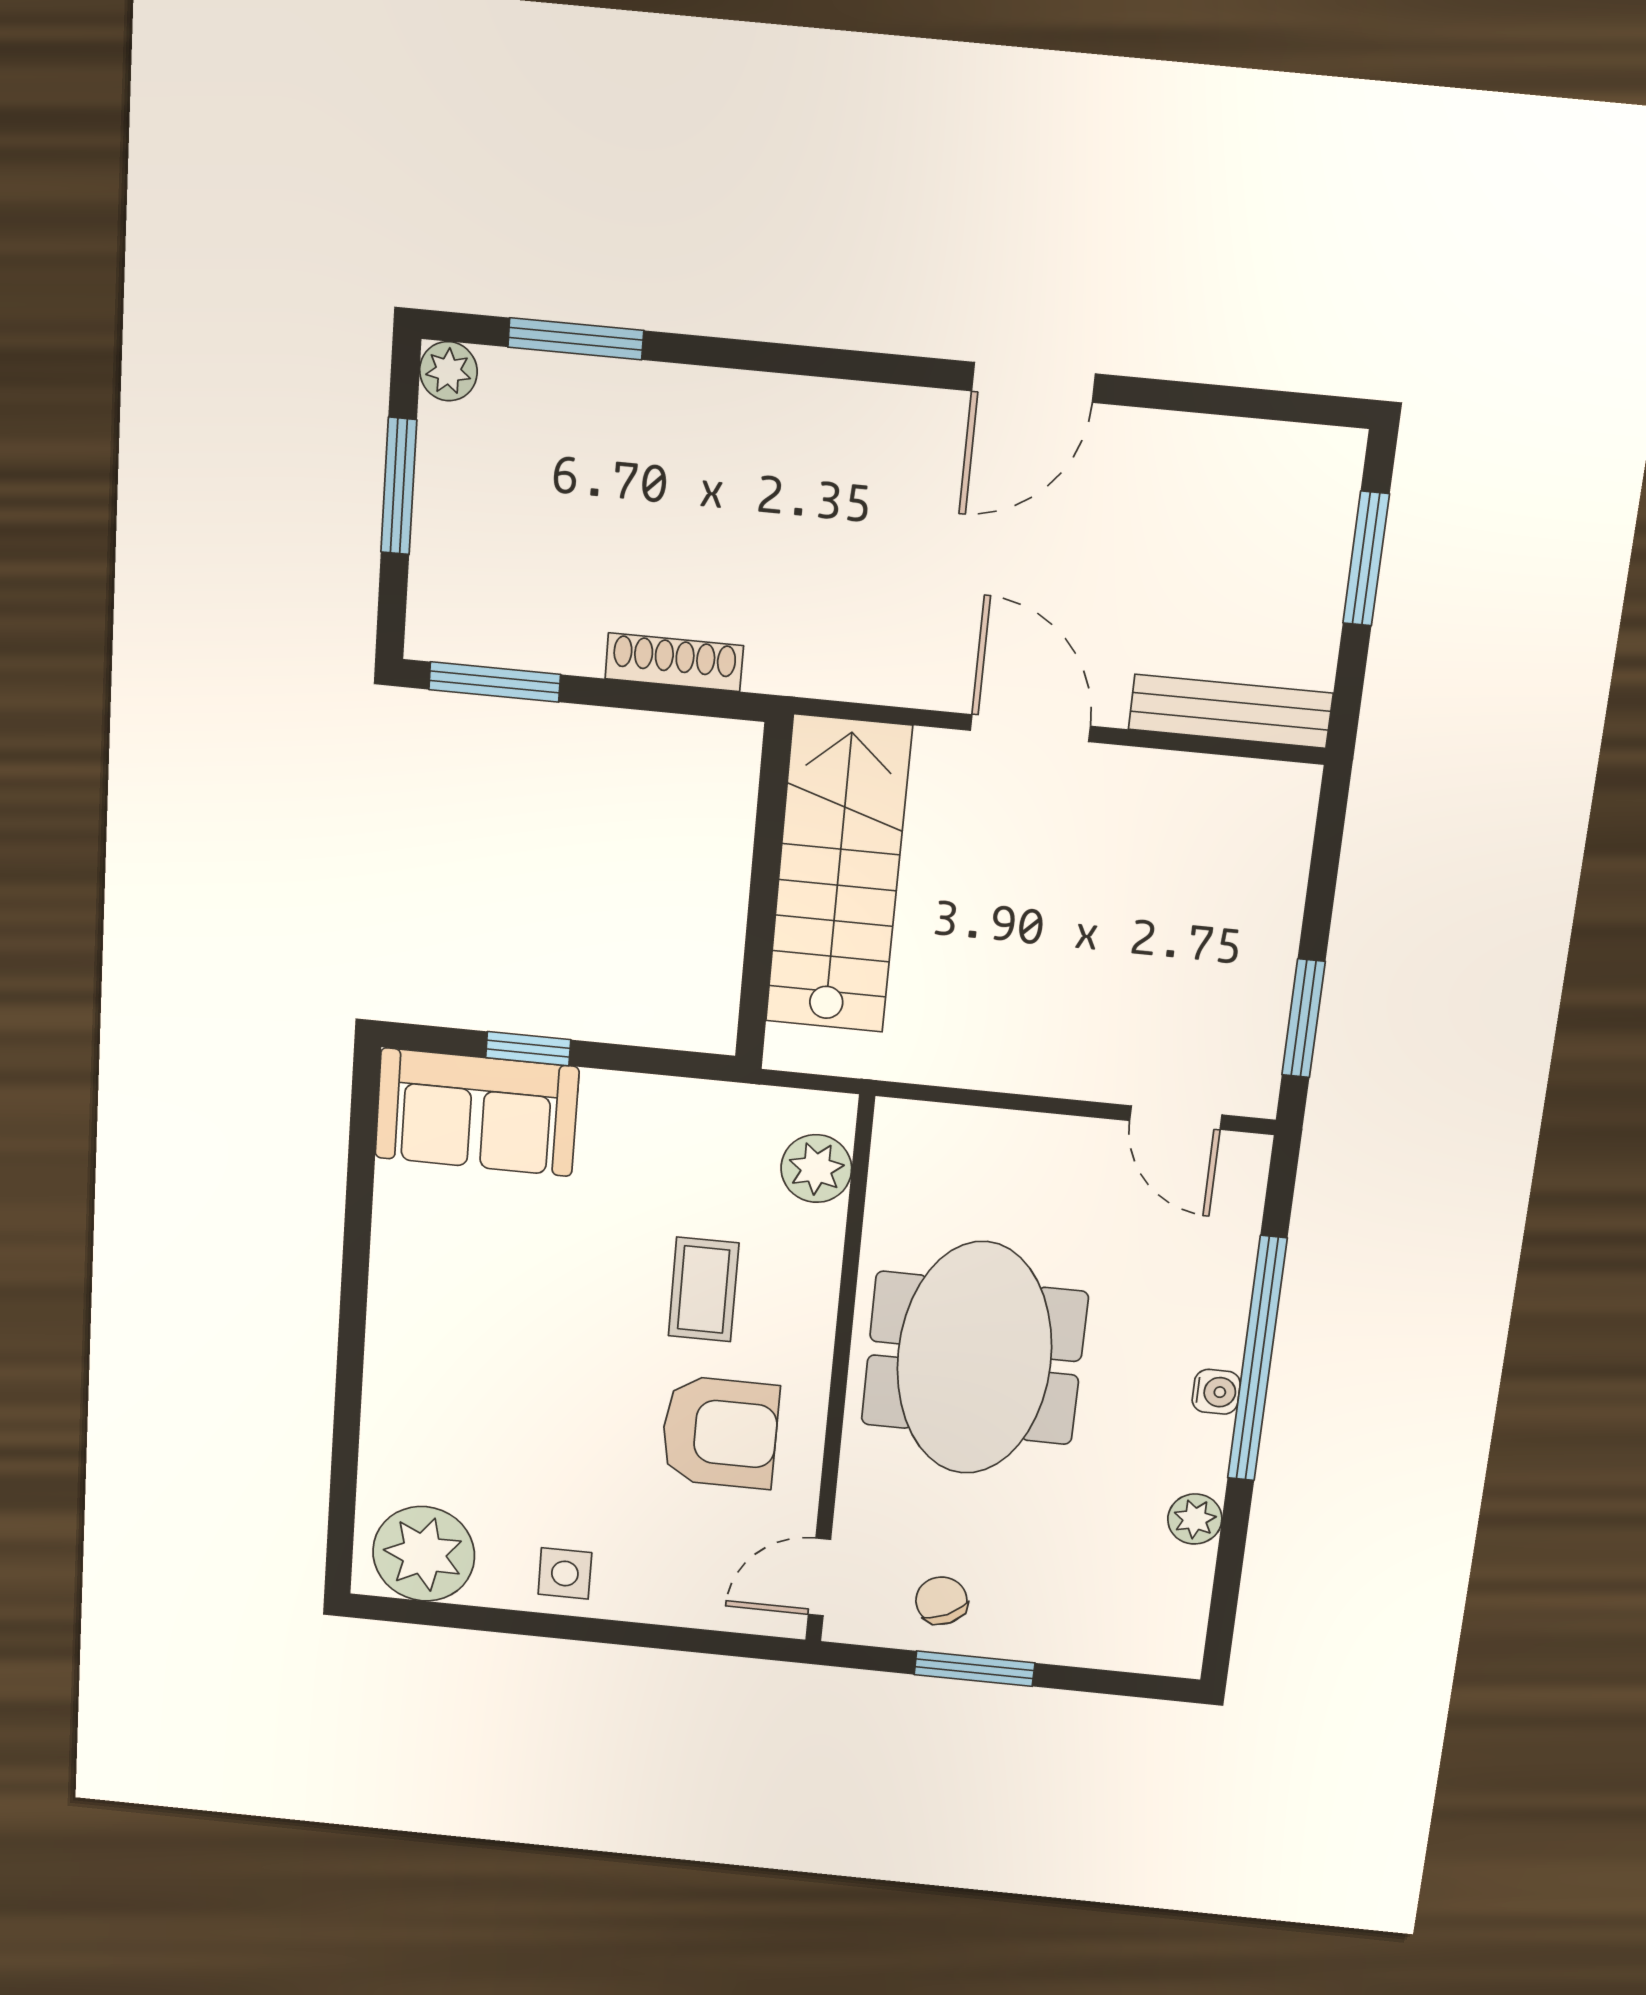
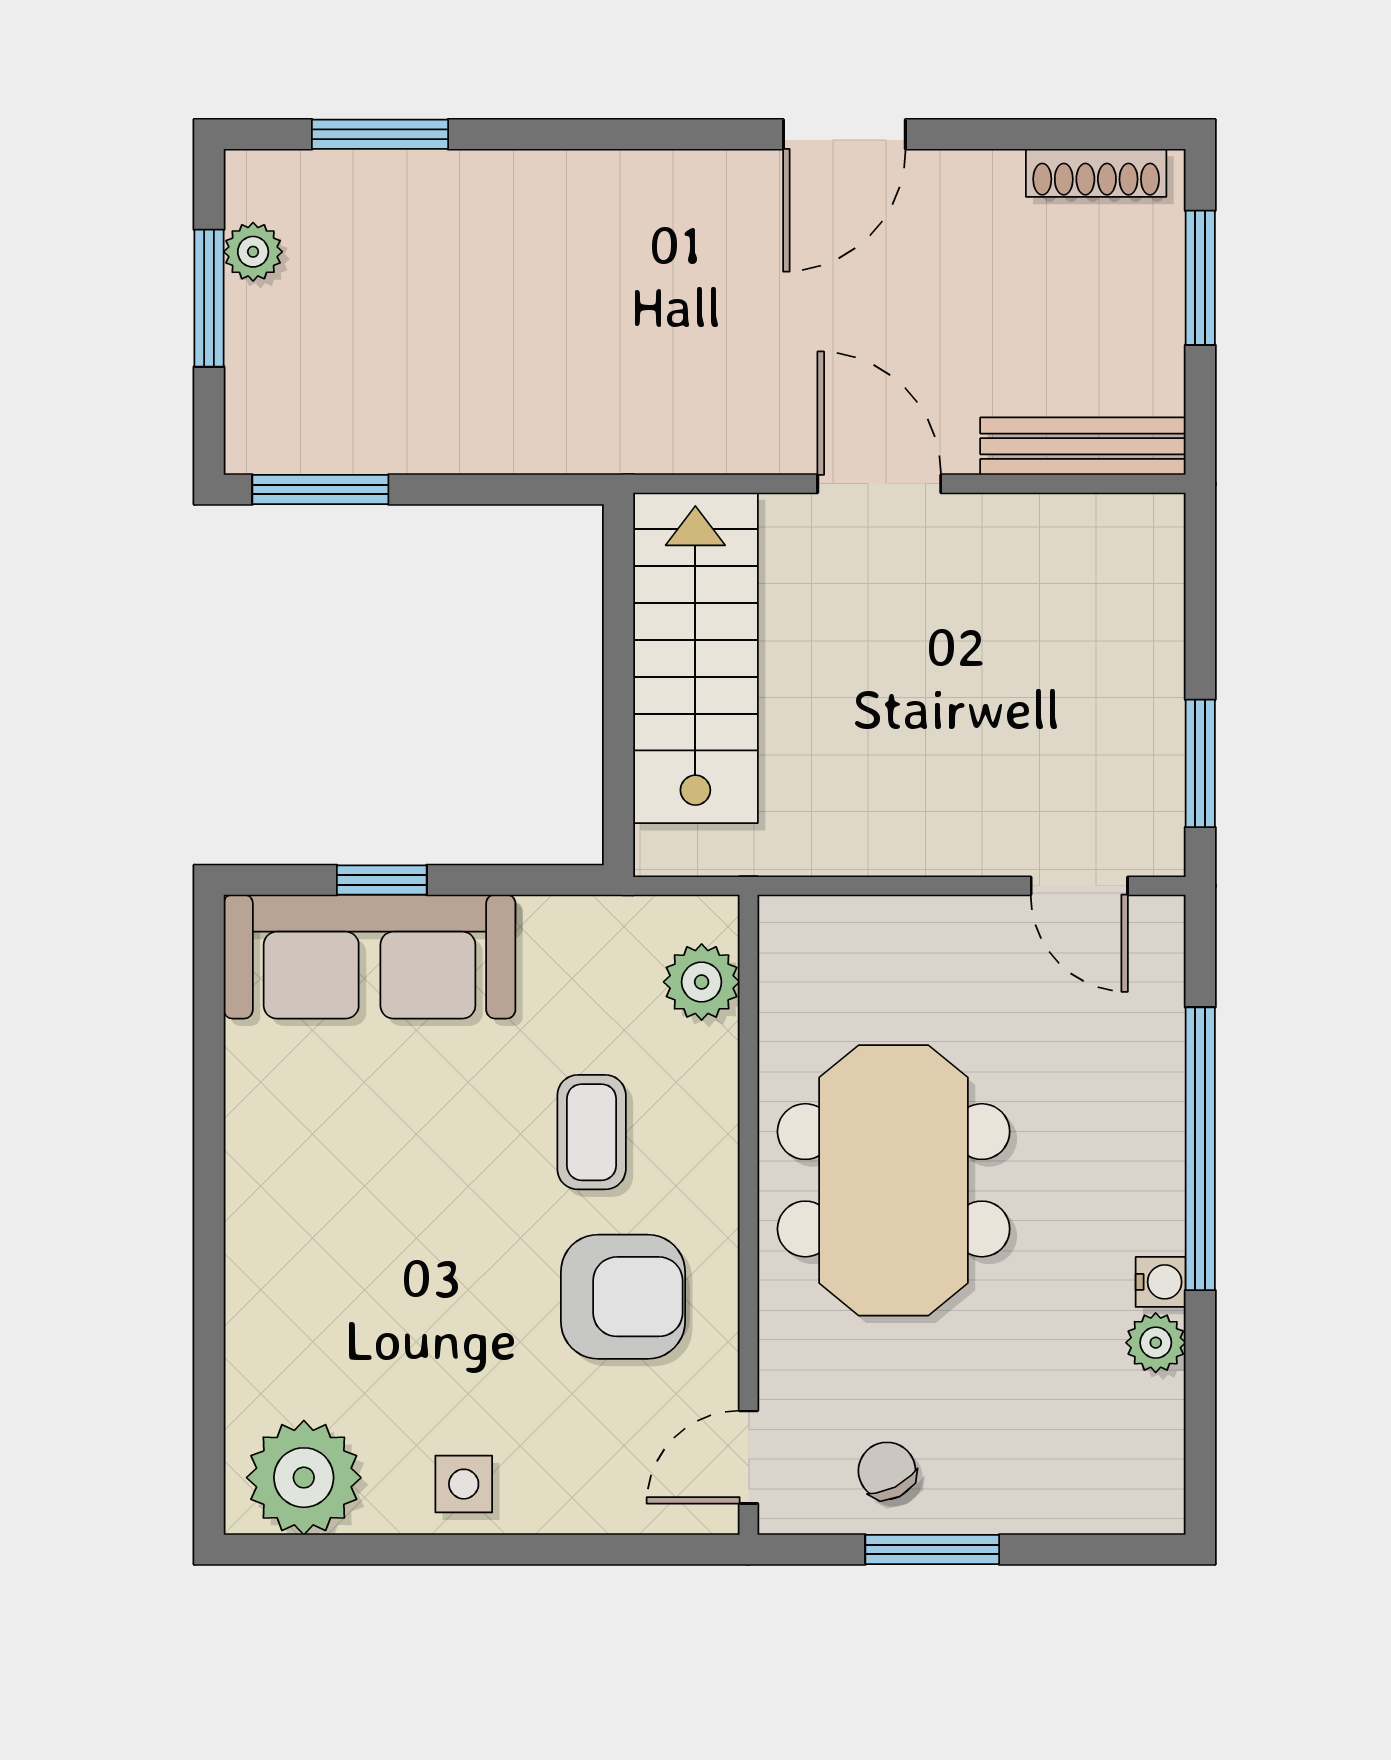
plant: (448, 371) -> (253, 252), moved
shoe rack: (674, 662) -> (1096, 173), moved, turned 180
sofa: (477, 1112) -> (370, 957), width x1.36
water cooler: (1216, 1392) -> (1161, 1282), moved

